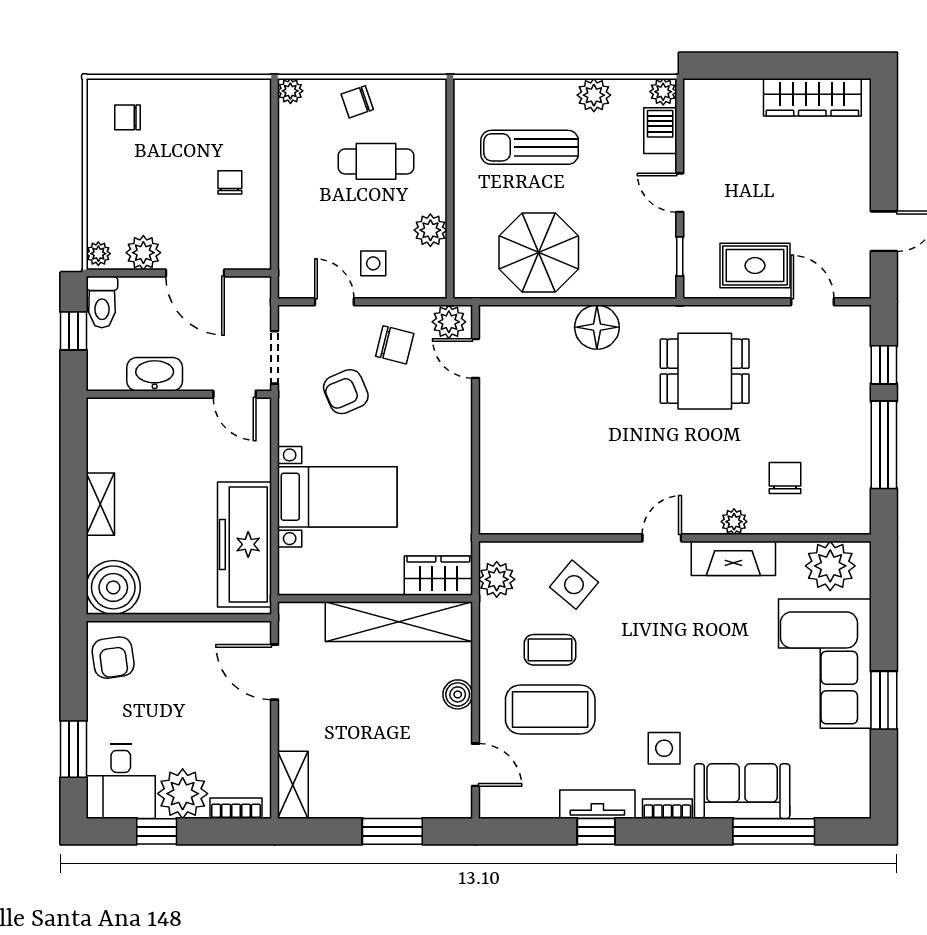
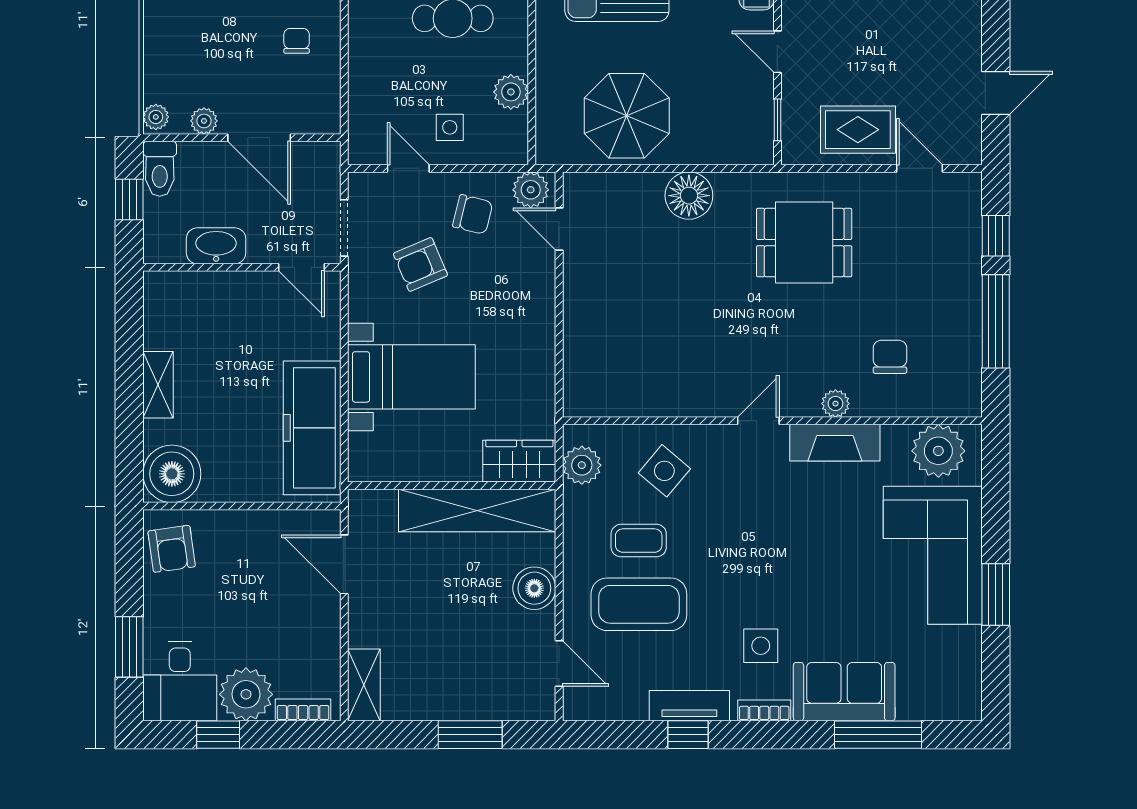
plant: (143, 253) -> (204, 121), width x0.73, depth x0.73
boiler: (458, 694) -> (534, 588), width x1.36, depth x1.36

